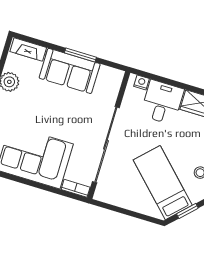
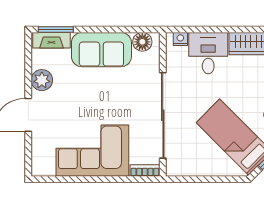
window: (80, 55) -> (56, 29), moved
floor lamp: (107, 75) -> (142, 42), added

